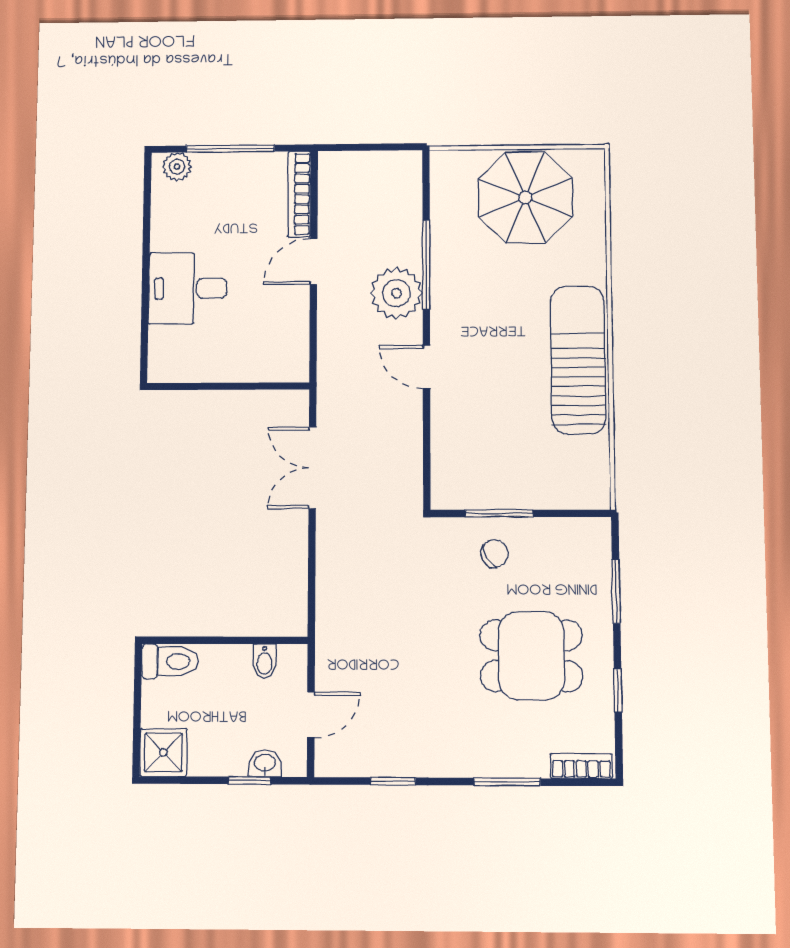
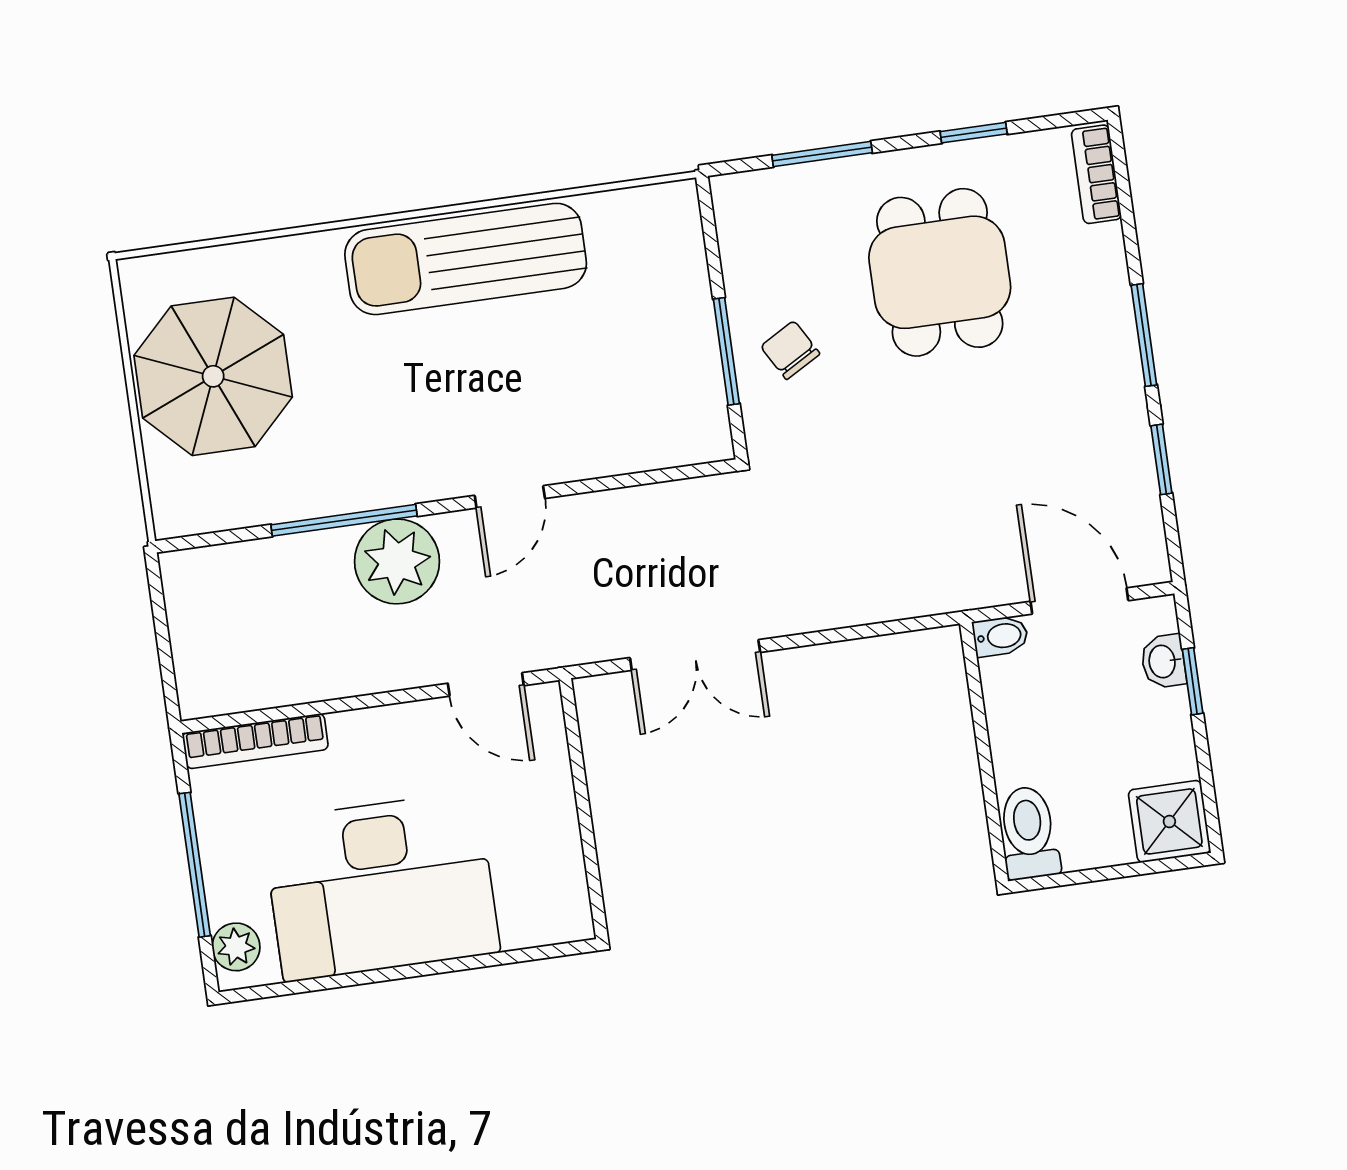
door: (314, 261) -> (486, 684), moved
desk: (188, 288) -> (381, 886), width x1.87, depth x1.30
bidet: (264, 661) -> (1000, 636), moved
door: (311, 715) -> (1079, 601), width x1.38
window: (507, 782) -> (1144, 335), moved

